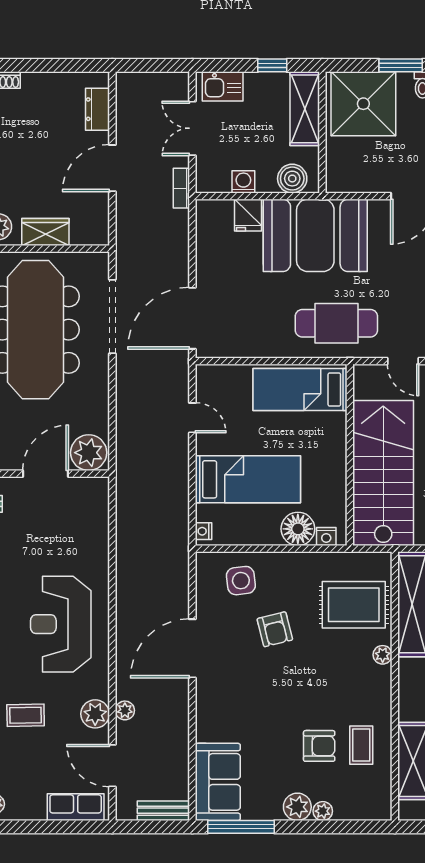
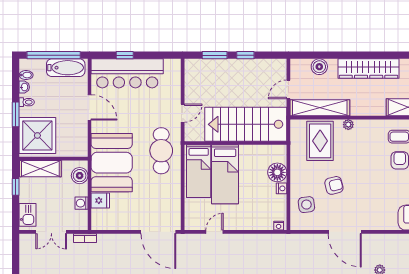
bed: (248, 479) -> (225, 174), moved, turned 180
nightstand: (326, 537) -> (282, 188), moved

